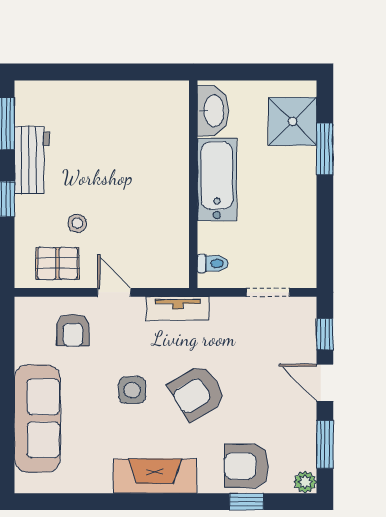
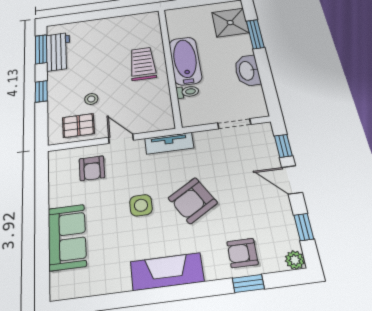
washbasin: (213, 111) -> (247, 71), moved, turned 180
workbench: (32, 160) -> (58, 52), moved
trolley: (155, 175) -> (143, 64), added
toilet: (213, 263) -> (187, 92), moved
sofa: (37, 418) -> (67, 237), width x0.73
window: (325, 445) -> (304, 227), width x0.67
armchair: (246, 466) -> (242, 253), width x0.72, depth x0.72

